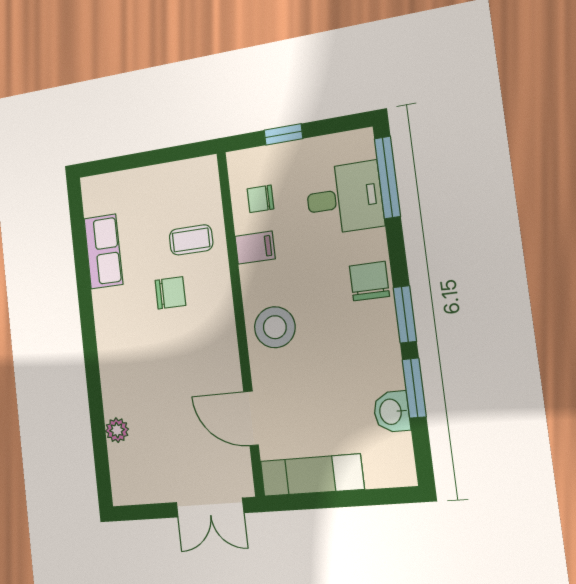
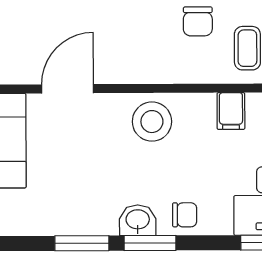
chair: (369, 281) -> (185, 215), width x0.73, depth x0.73
washbasin: (391, 412) -> (138, 220), moved

